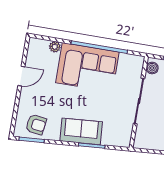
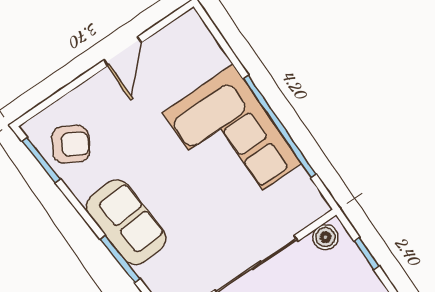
plant: (55, 47) -> (216, 59), removed
door: (21, 76) -> (122, 51), hinge flipped
armchair: (36, 125) -> (71, 144), turned -68

